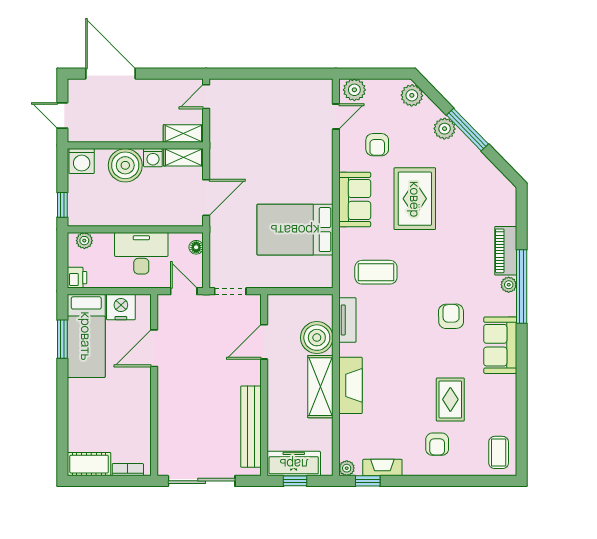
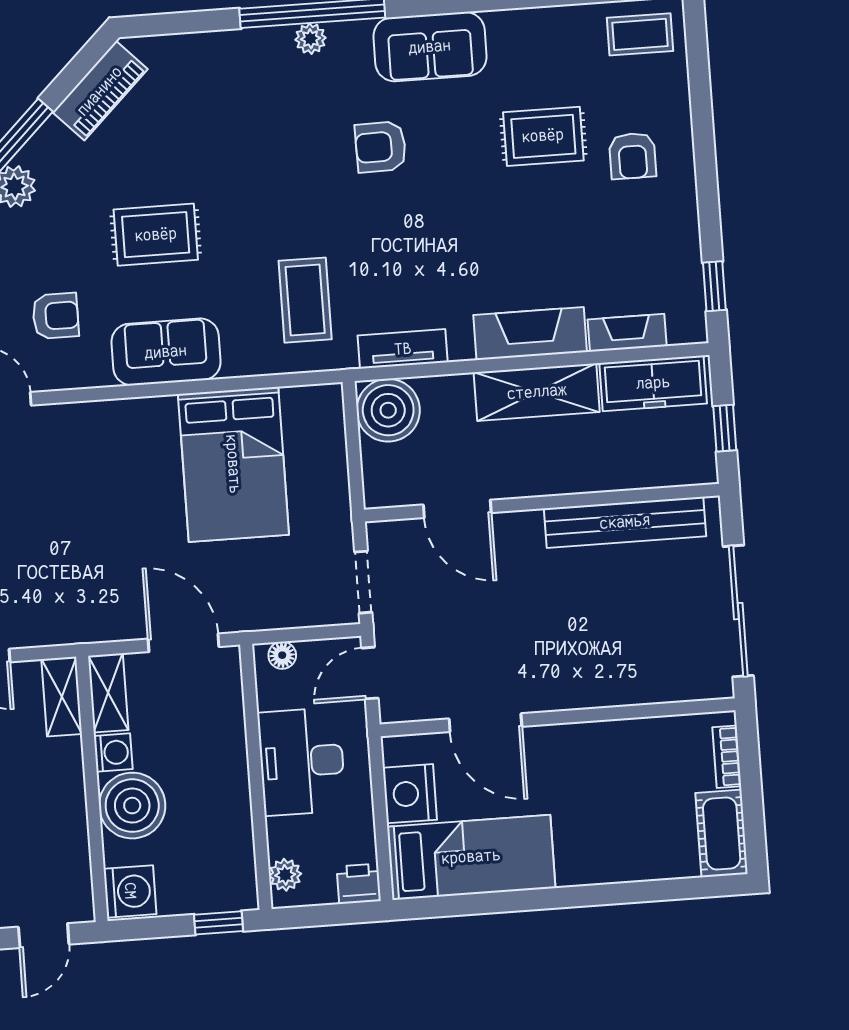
rug: (415, 199) -> (156, 235), width x0.73, depth x0.70
piano: (506, 251) -> (100, 91), moved, turned -44
boiler: (317, 338) -> (388, 410), moved
window: (62, 339) -> (481, 904), removed
armchair: (437, 444) -> (633, 156), turned 90
freezer: (294, 464) -> (653, 383), moved, turned -90
plant: (347, 468) -> (692, 329), removed
fireplace: (382, 468) -> (627, 333), moved, turned 90

